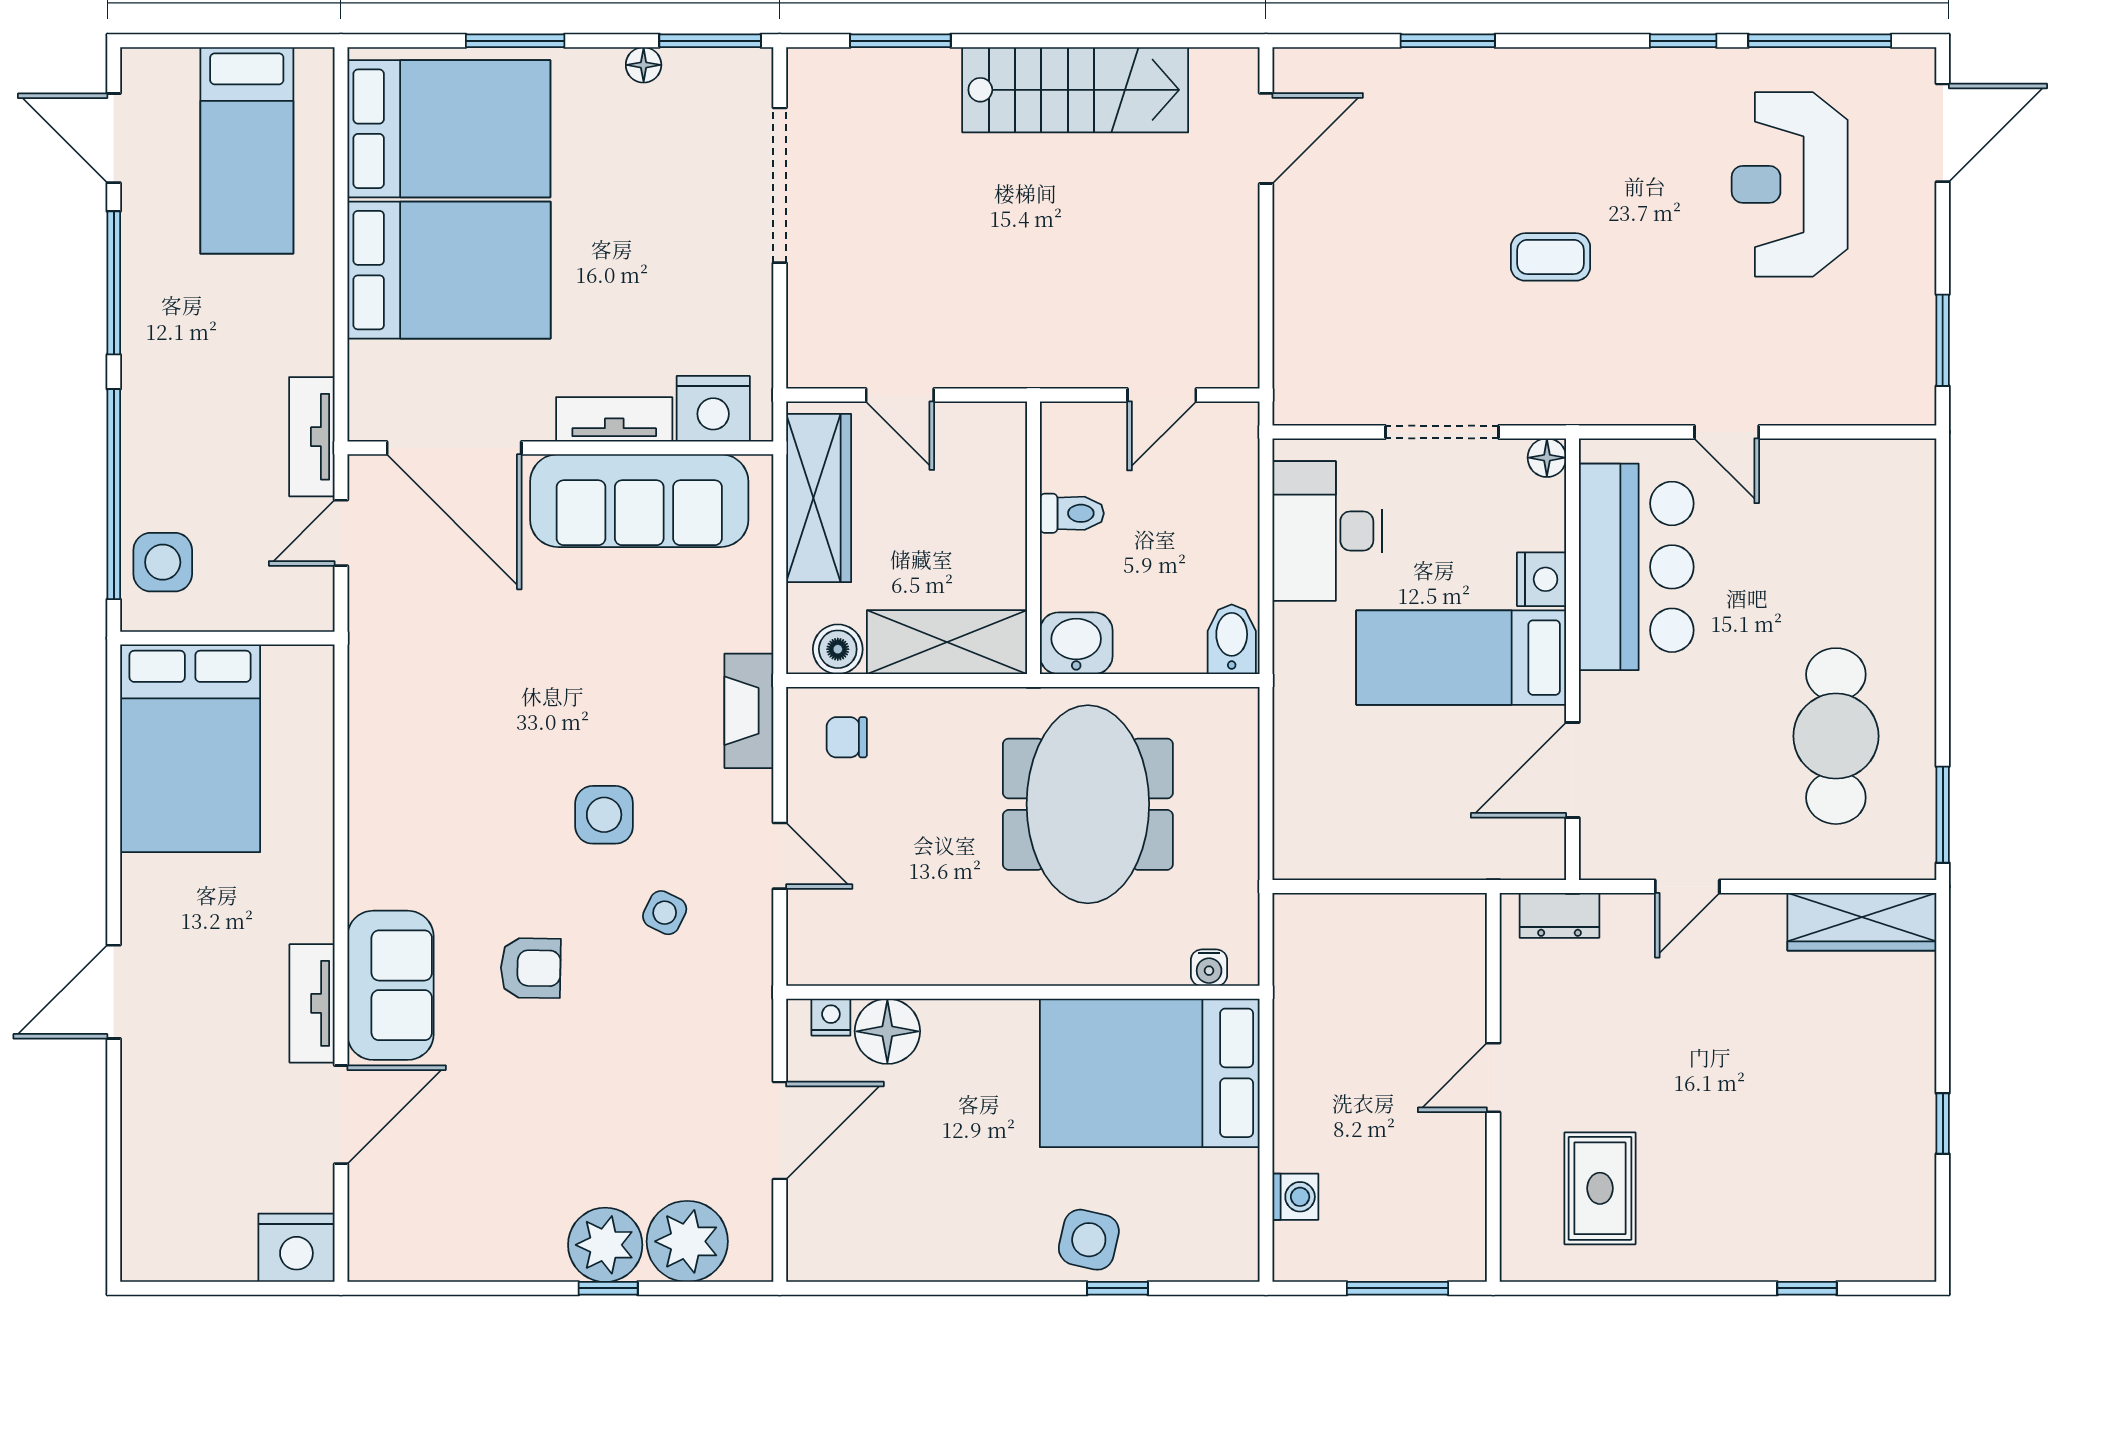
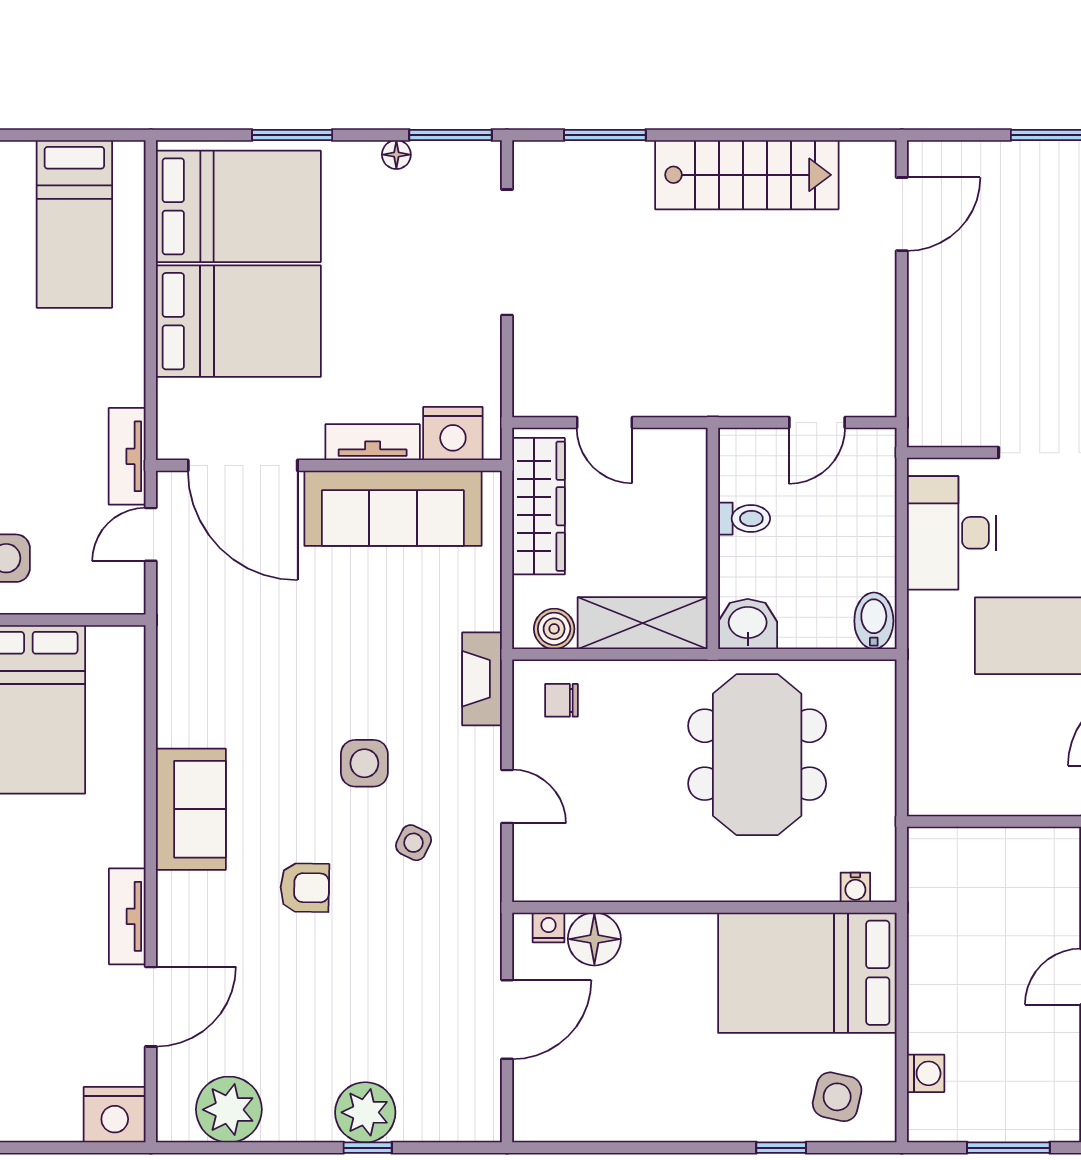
sofa: (390, 985) -> (191, 809), moved
side table: (1089, 1240) -> (837, 1097), moved
plant: (687, 1241) -> (229, 1110), moved

